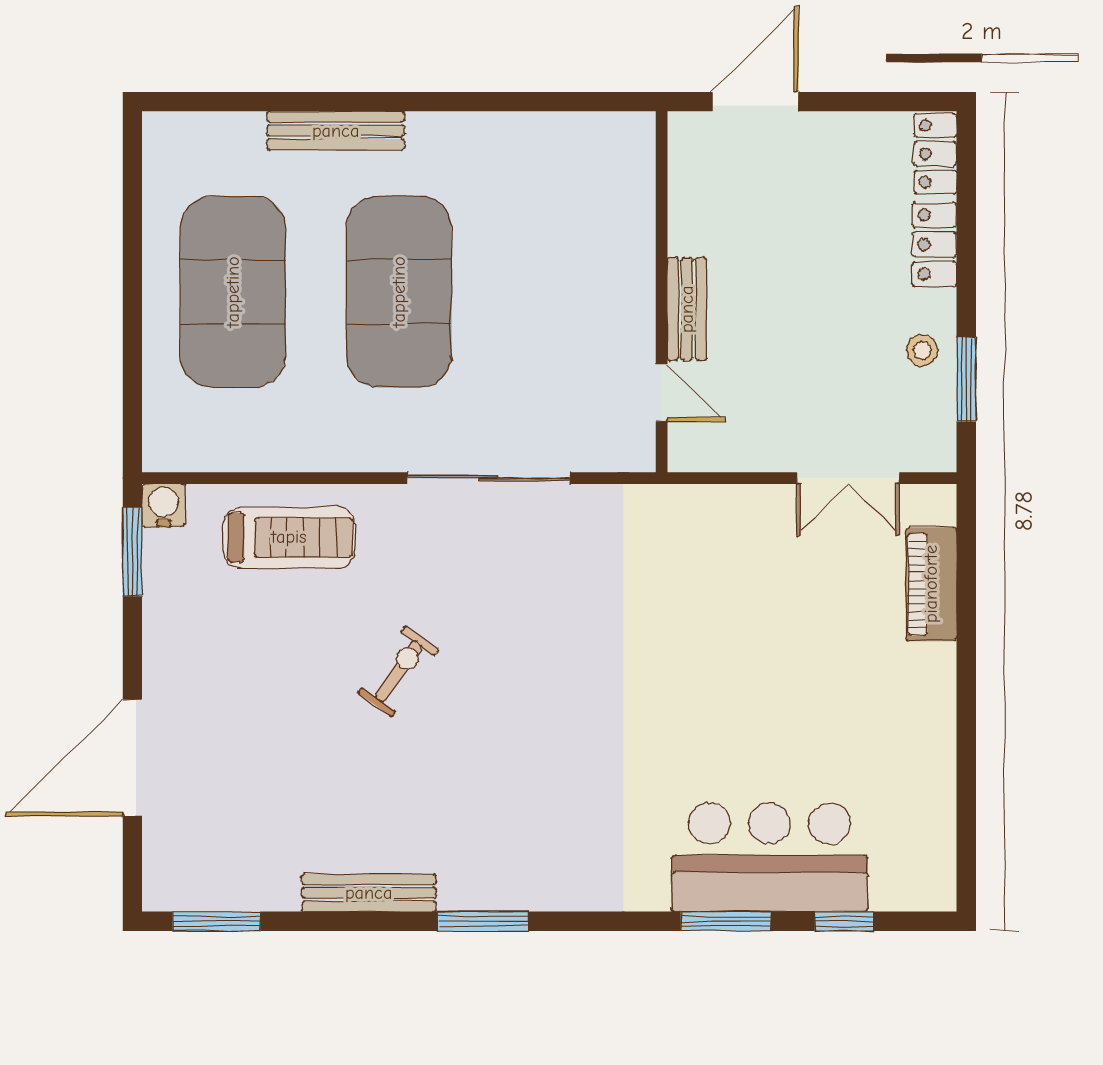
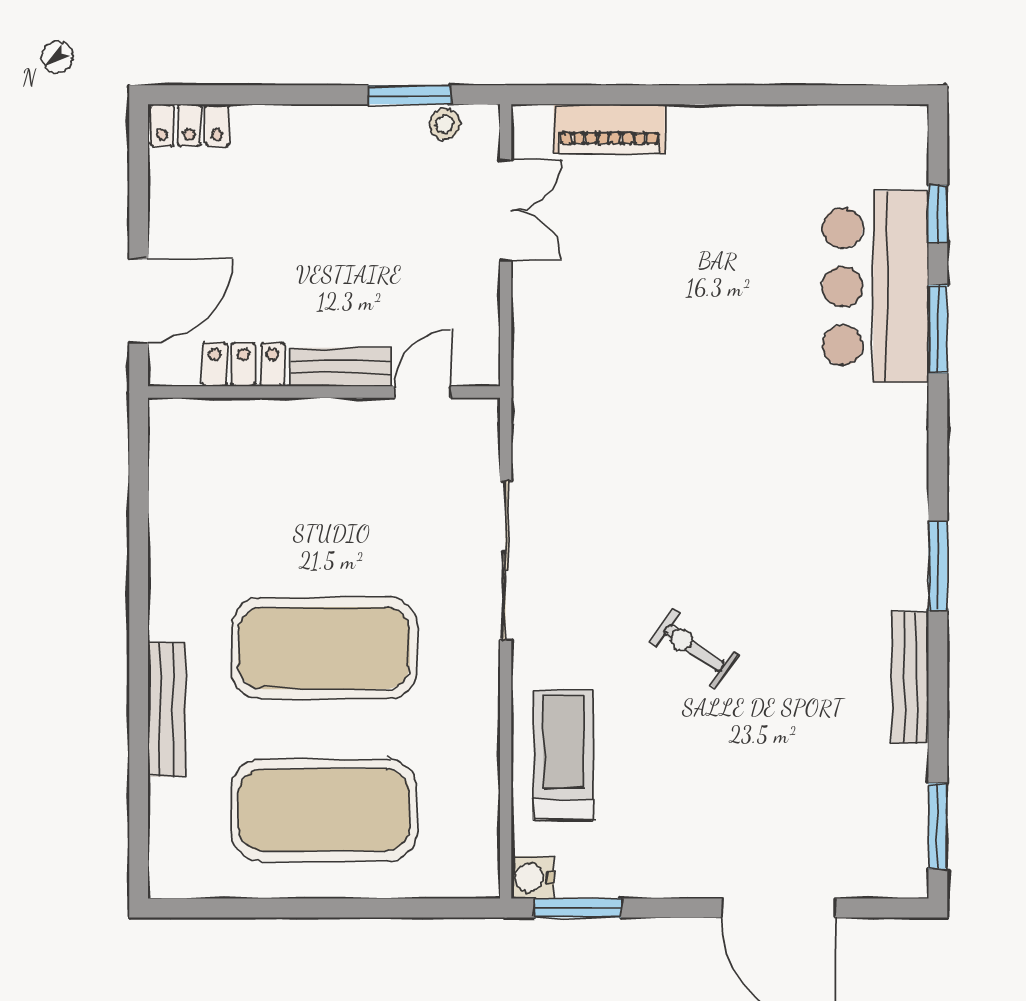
door: (755, 102) -> (139, 301), swing flipped
locker: (934, 244) -> (244, 364), moved, turned 180
stool: (922, 350) -> (445, 124), moved

